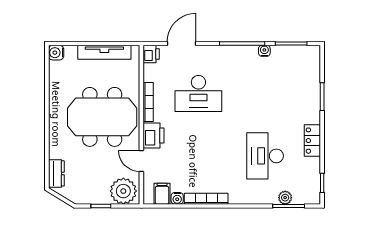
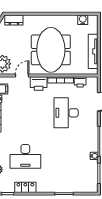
water cooler: (56, 53) -> (83, 20), moved
printer: (151, 54) -> (80, 82), moved
locker: (312, 141) -> (25, 187), moved
desk: (265, 156) -> (25, 156), turned 180

